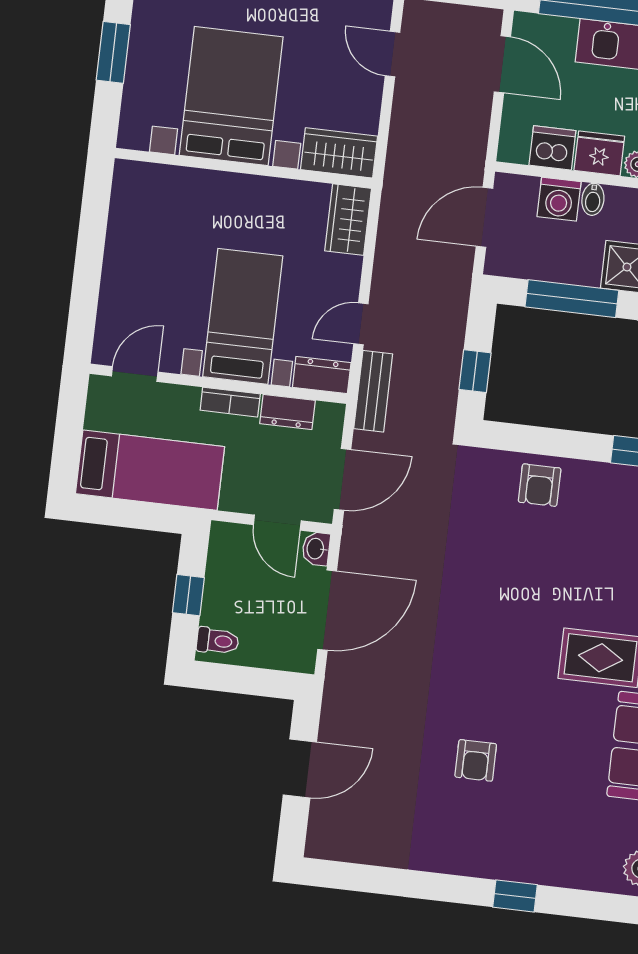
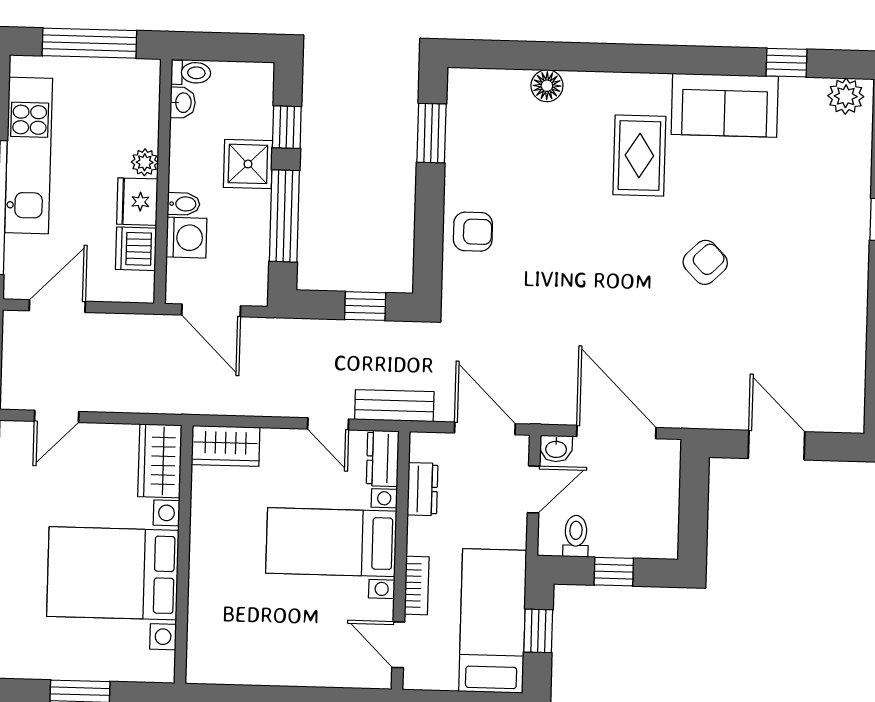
bookcase: (230, 402) -> (417, 586), moved
window: (136, 515) -> (538, 631), added
toilet: (218, 641) -> (576, 536), moved
armchair: (476, 760) -> (705, 262), moved, turned -44

